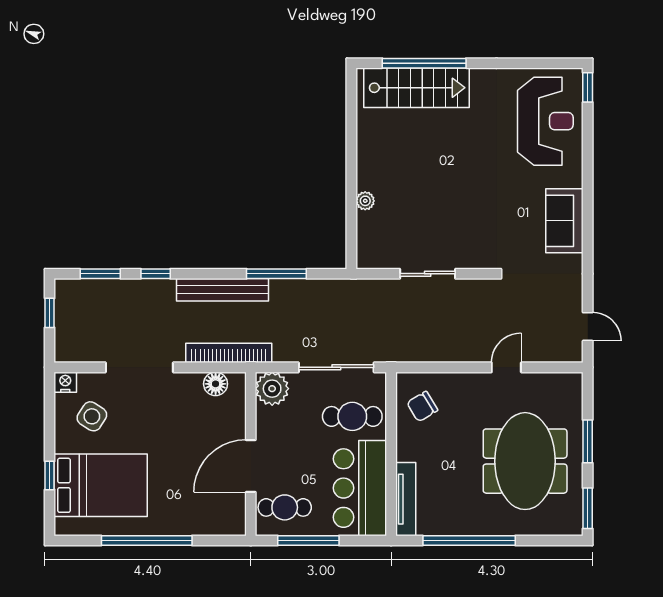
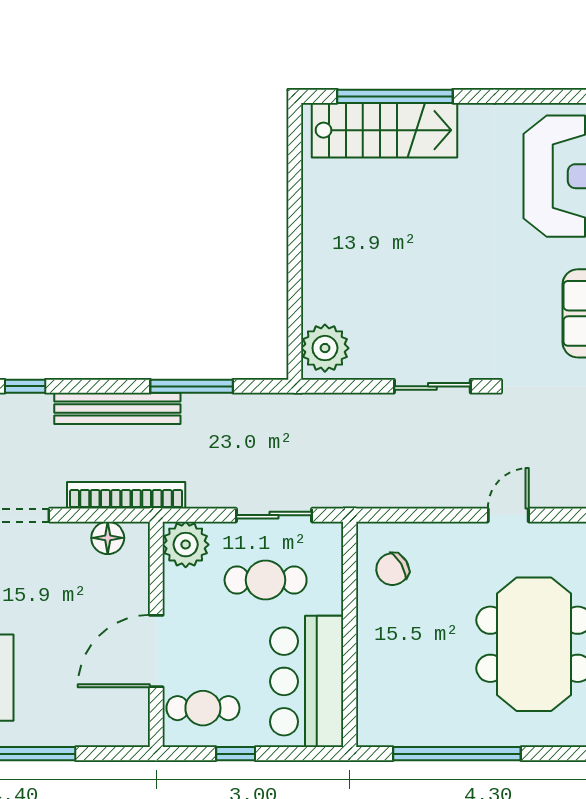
plant: (365, 201) -> (325, 348), moved, width x1.87, depth x1.87
sliding door: (428, 274) -> (432, 386), moved
sliding door: (336, 367) -> (274, 515), width x0.73
cafe table: (352, 416) -> (266, 580), moved
tv unit: (406, 499) -> (370, 697), removed
window: (308, 540) -> (236, 754), width x0.46

